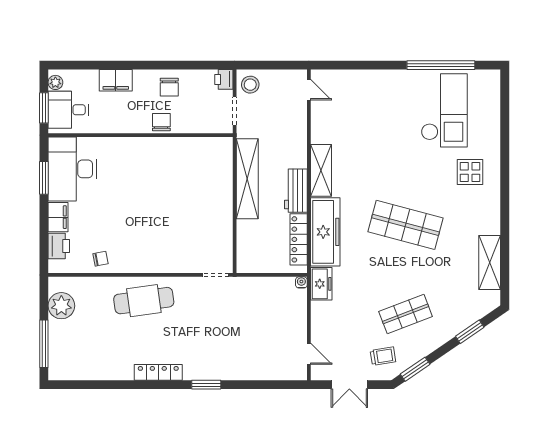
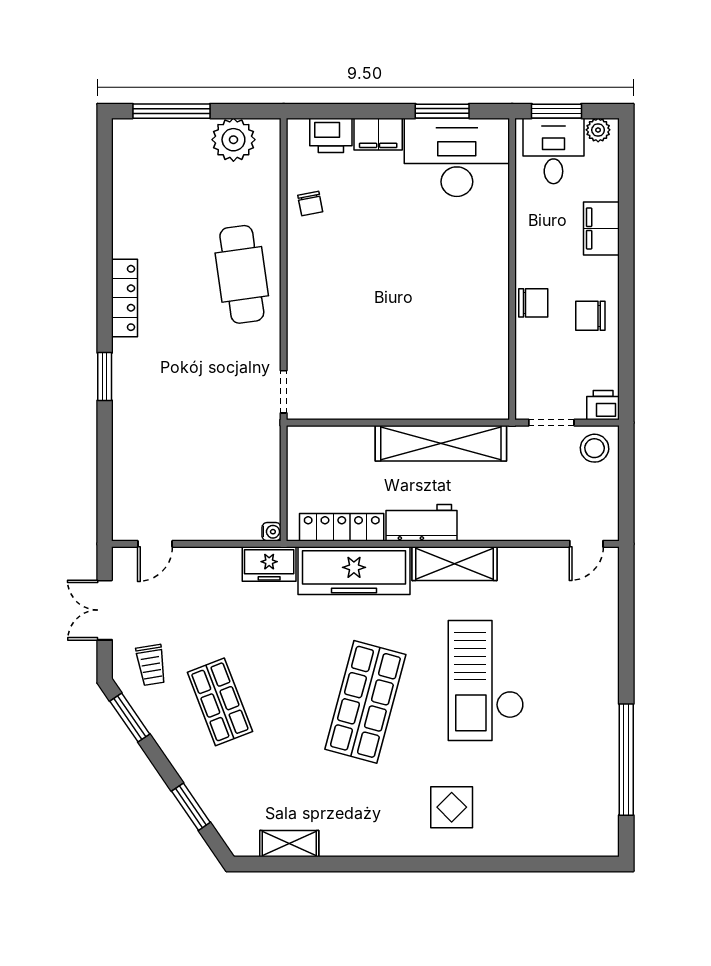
checkout: (444, 110) -> (486, 680), moved, turned 90
shelving: (490, 262) -> (289, 844), width x0.67, depth x0.75

